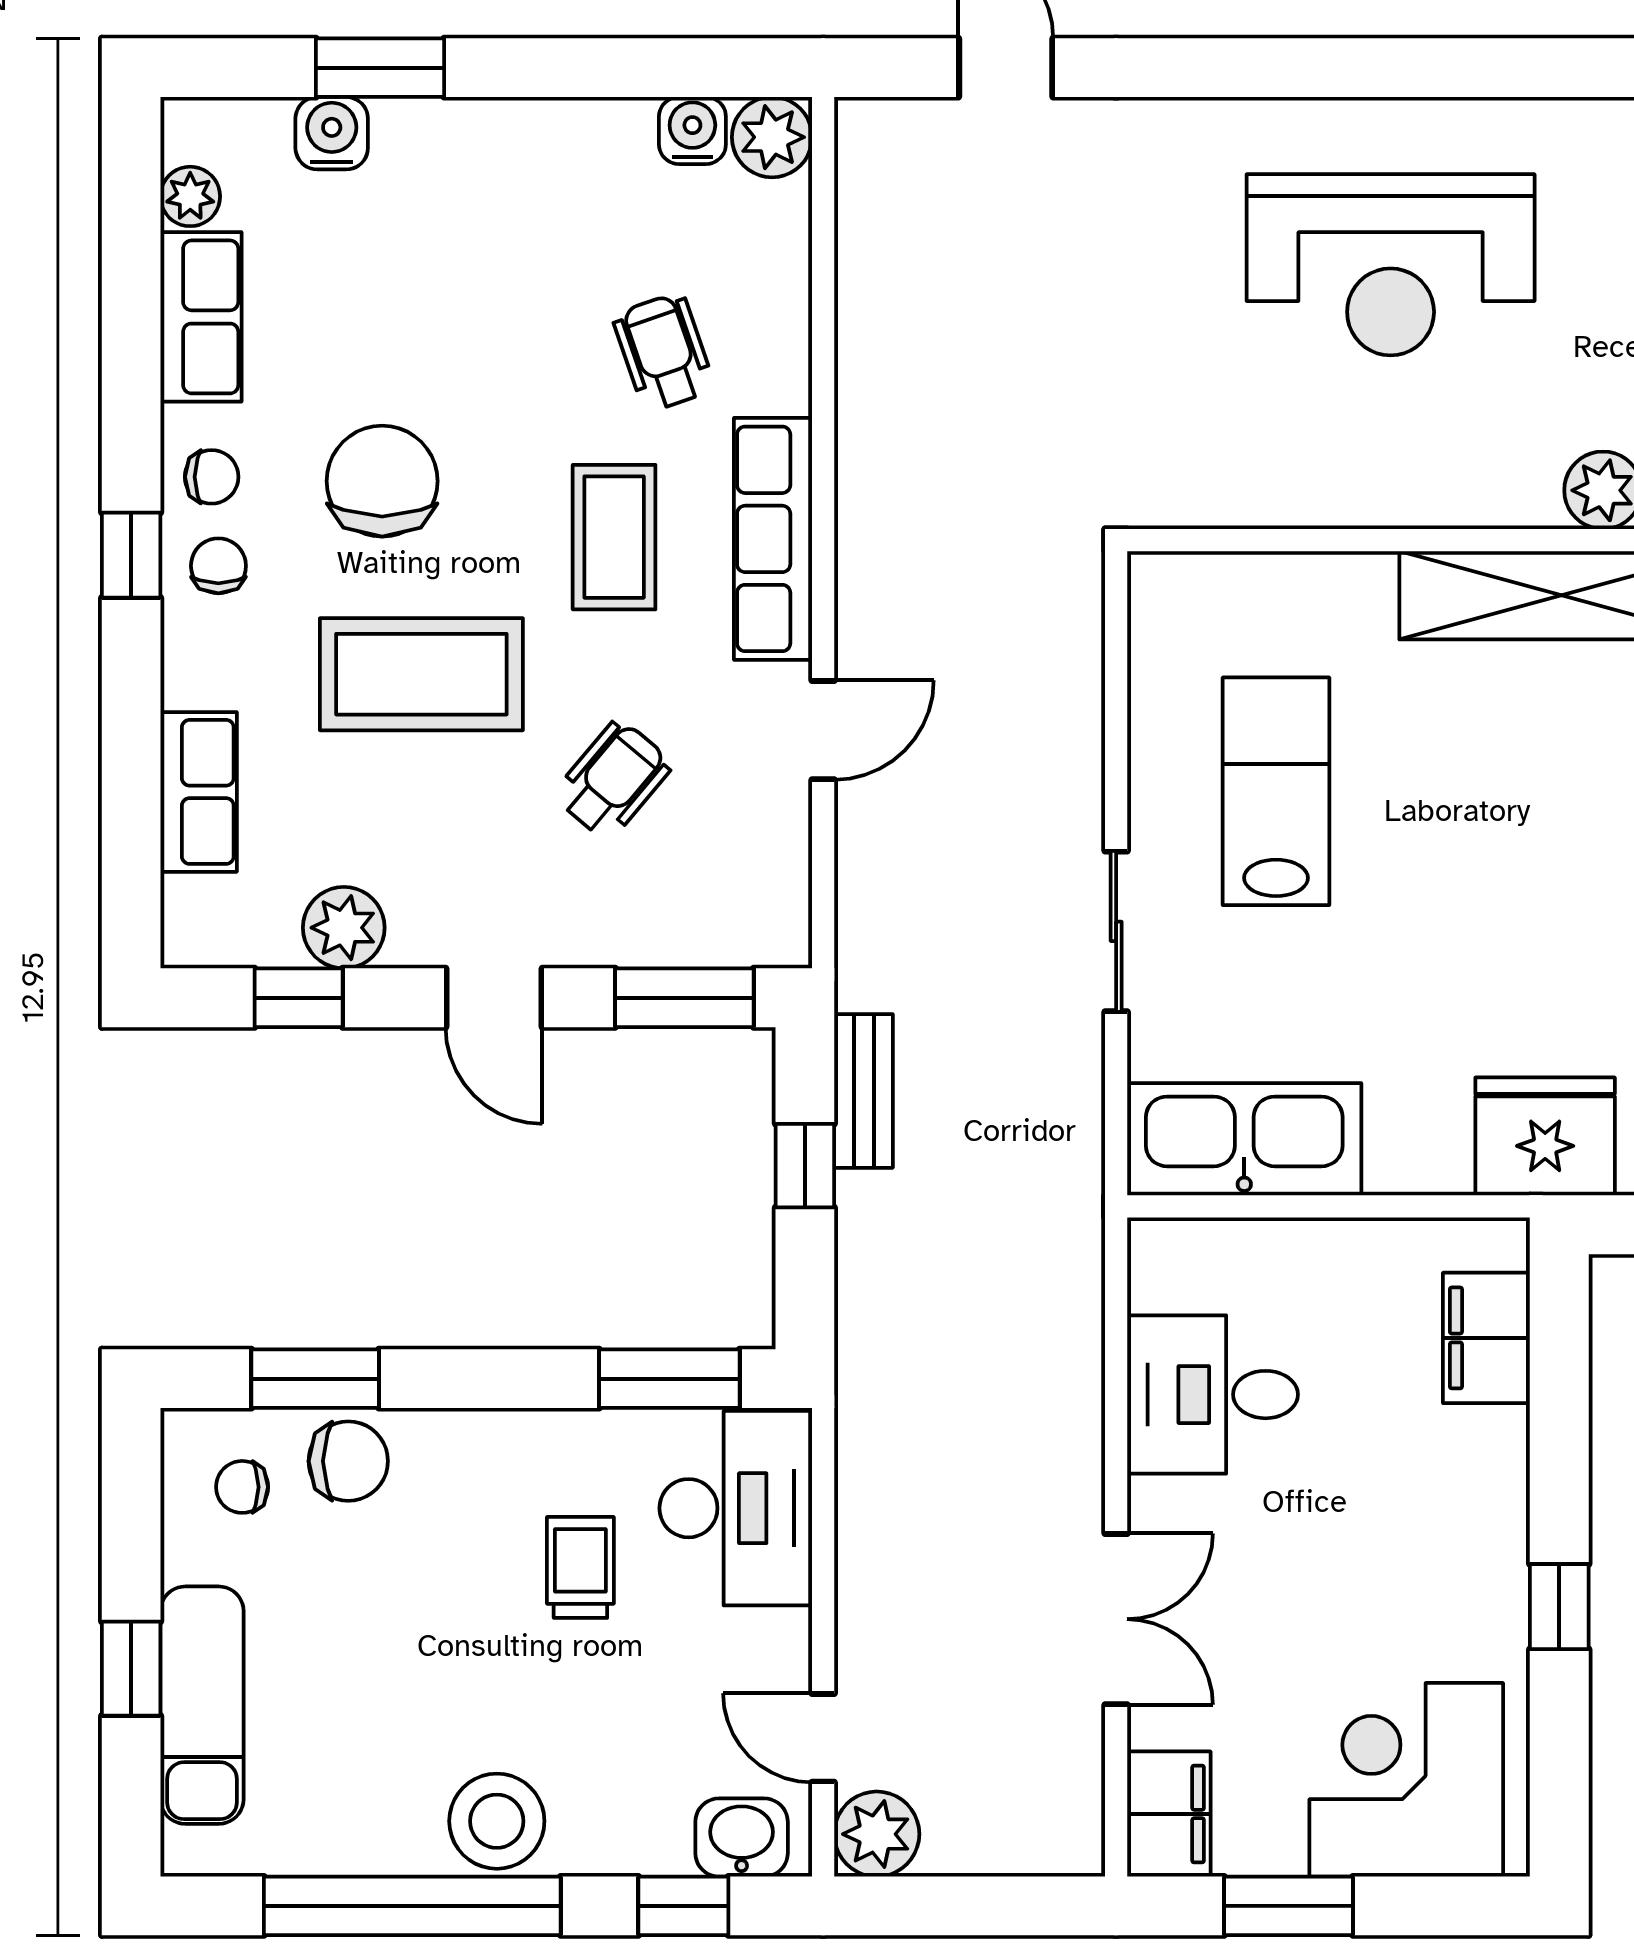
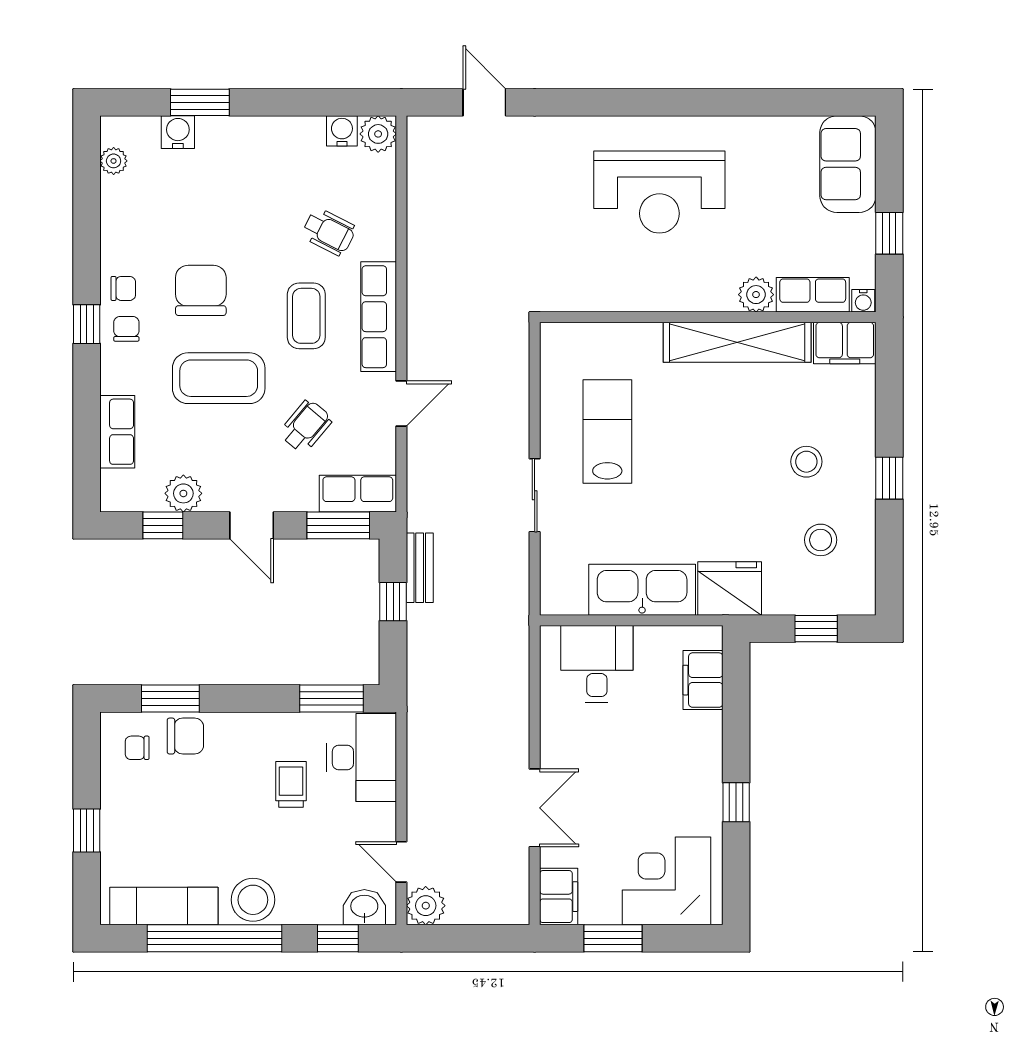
row of seats: (201, 317) -> (358, 494), moved, turned -90
wheelchair: (664, 352) -> (329, 232), turned 136
kitchen sink: (1244, 1139) -> (642, 590), moved
desk: (1213, 1395) -> (597, 664), moved, turned 90
exam couch: (202, 1705) -> (164, 906), moved, turned -90

